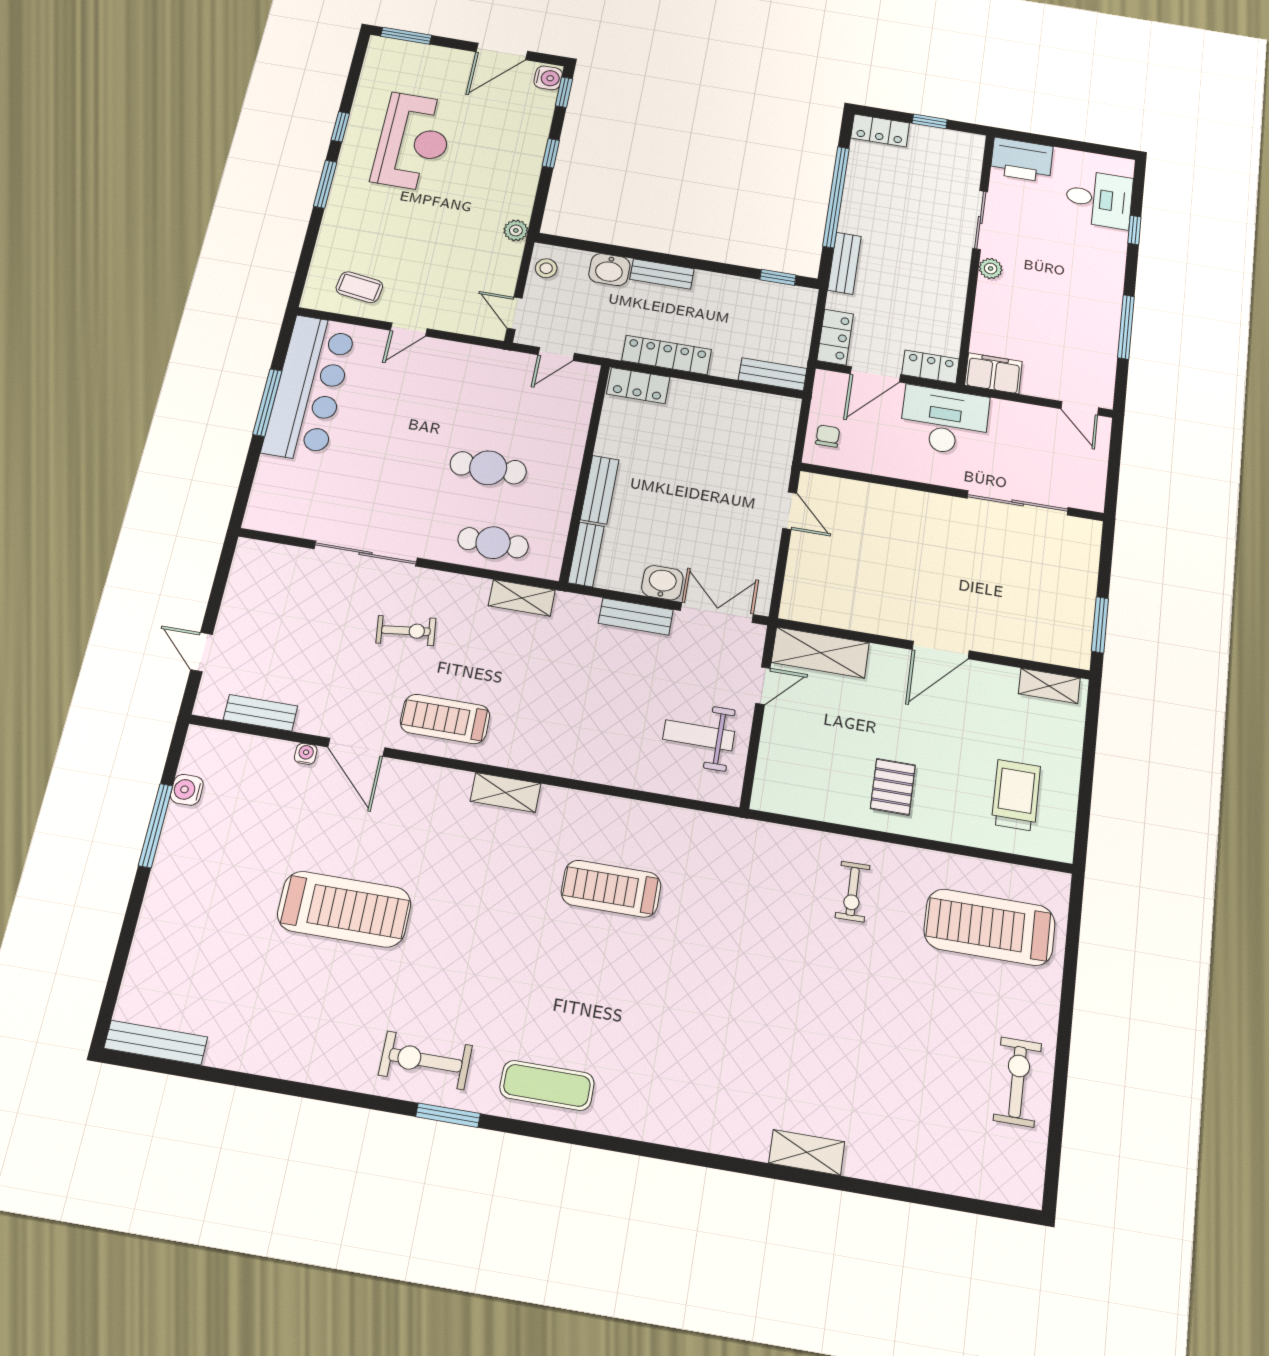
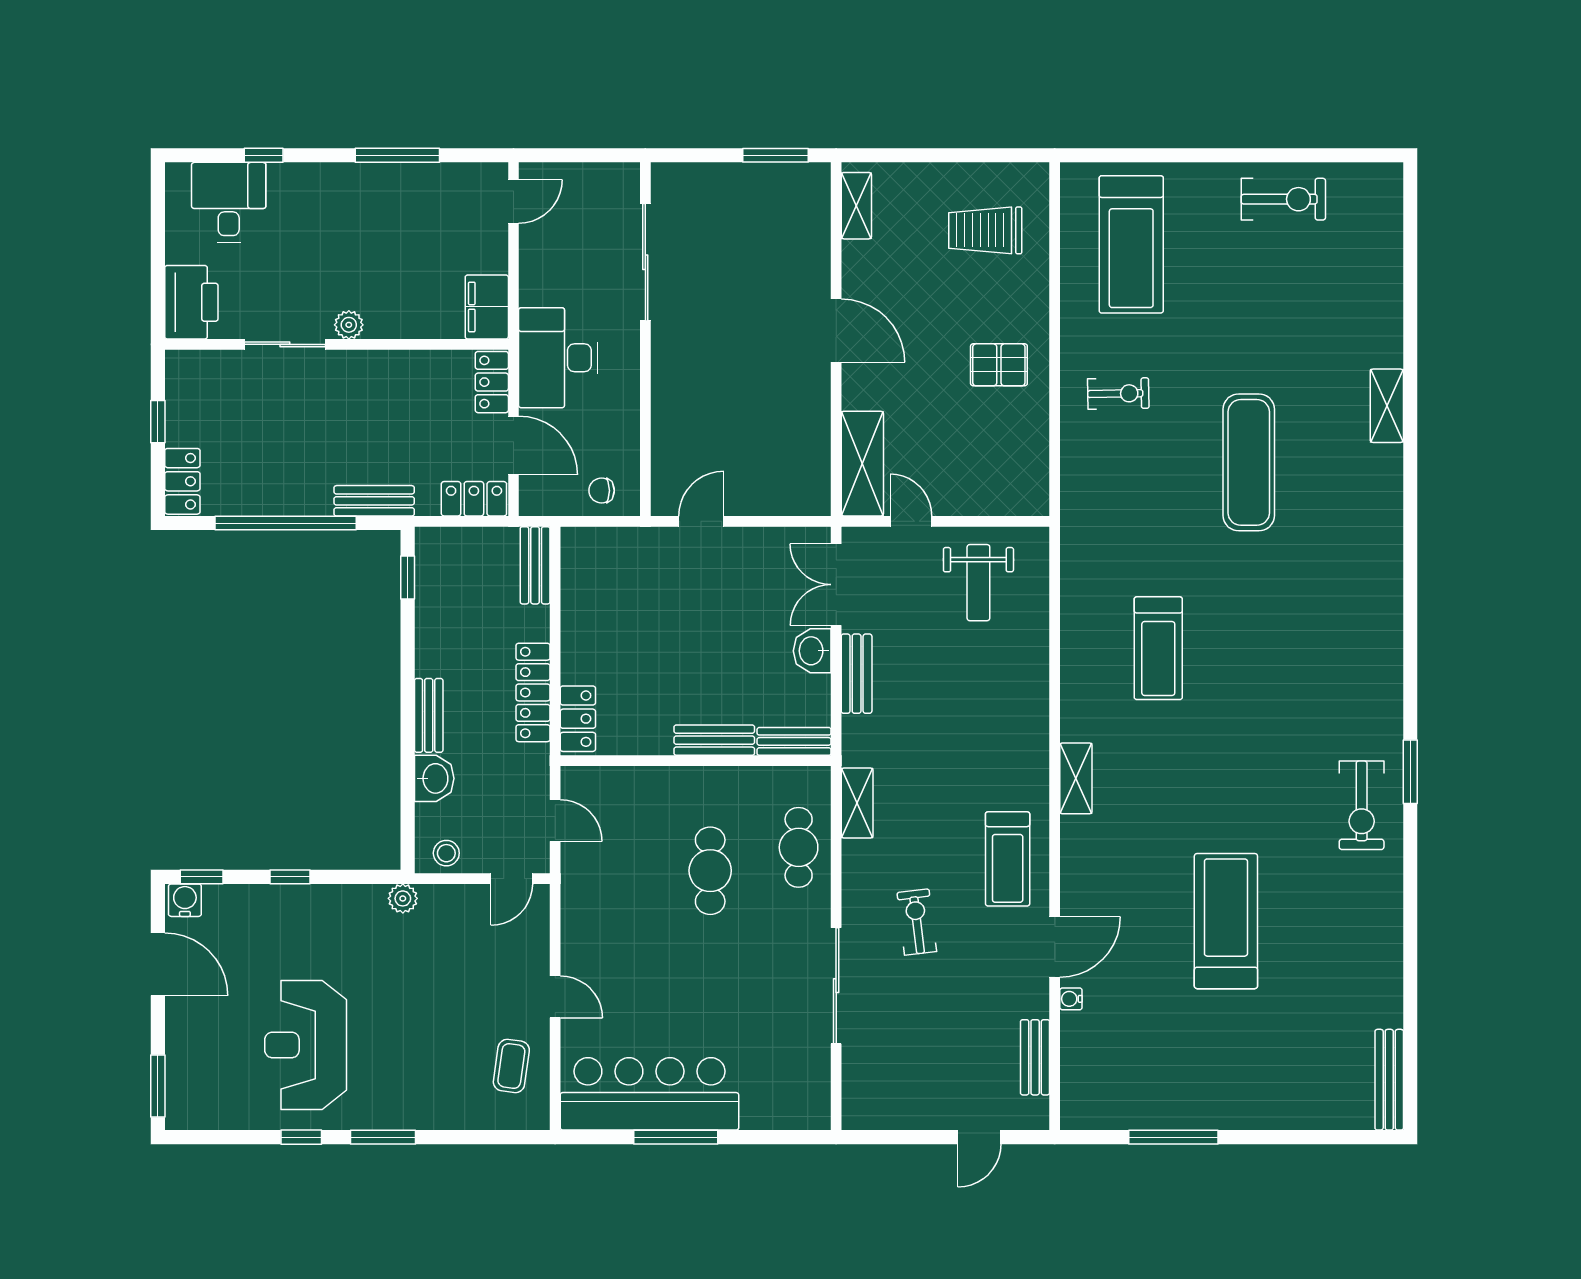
reception desk: (413, 142) -> (306, 1045), turned -90
water cooler: (187, 790) -> (1131, 1114), removed
exercise bike: (1017, 1082) -> (1283, 199), turned 180
exercise mat: (547, 1085) -> (1249, 462), moved, width x1.36, depth x1.45

